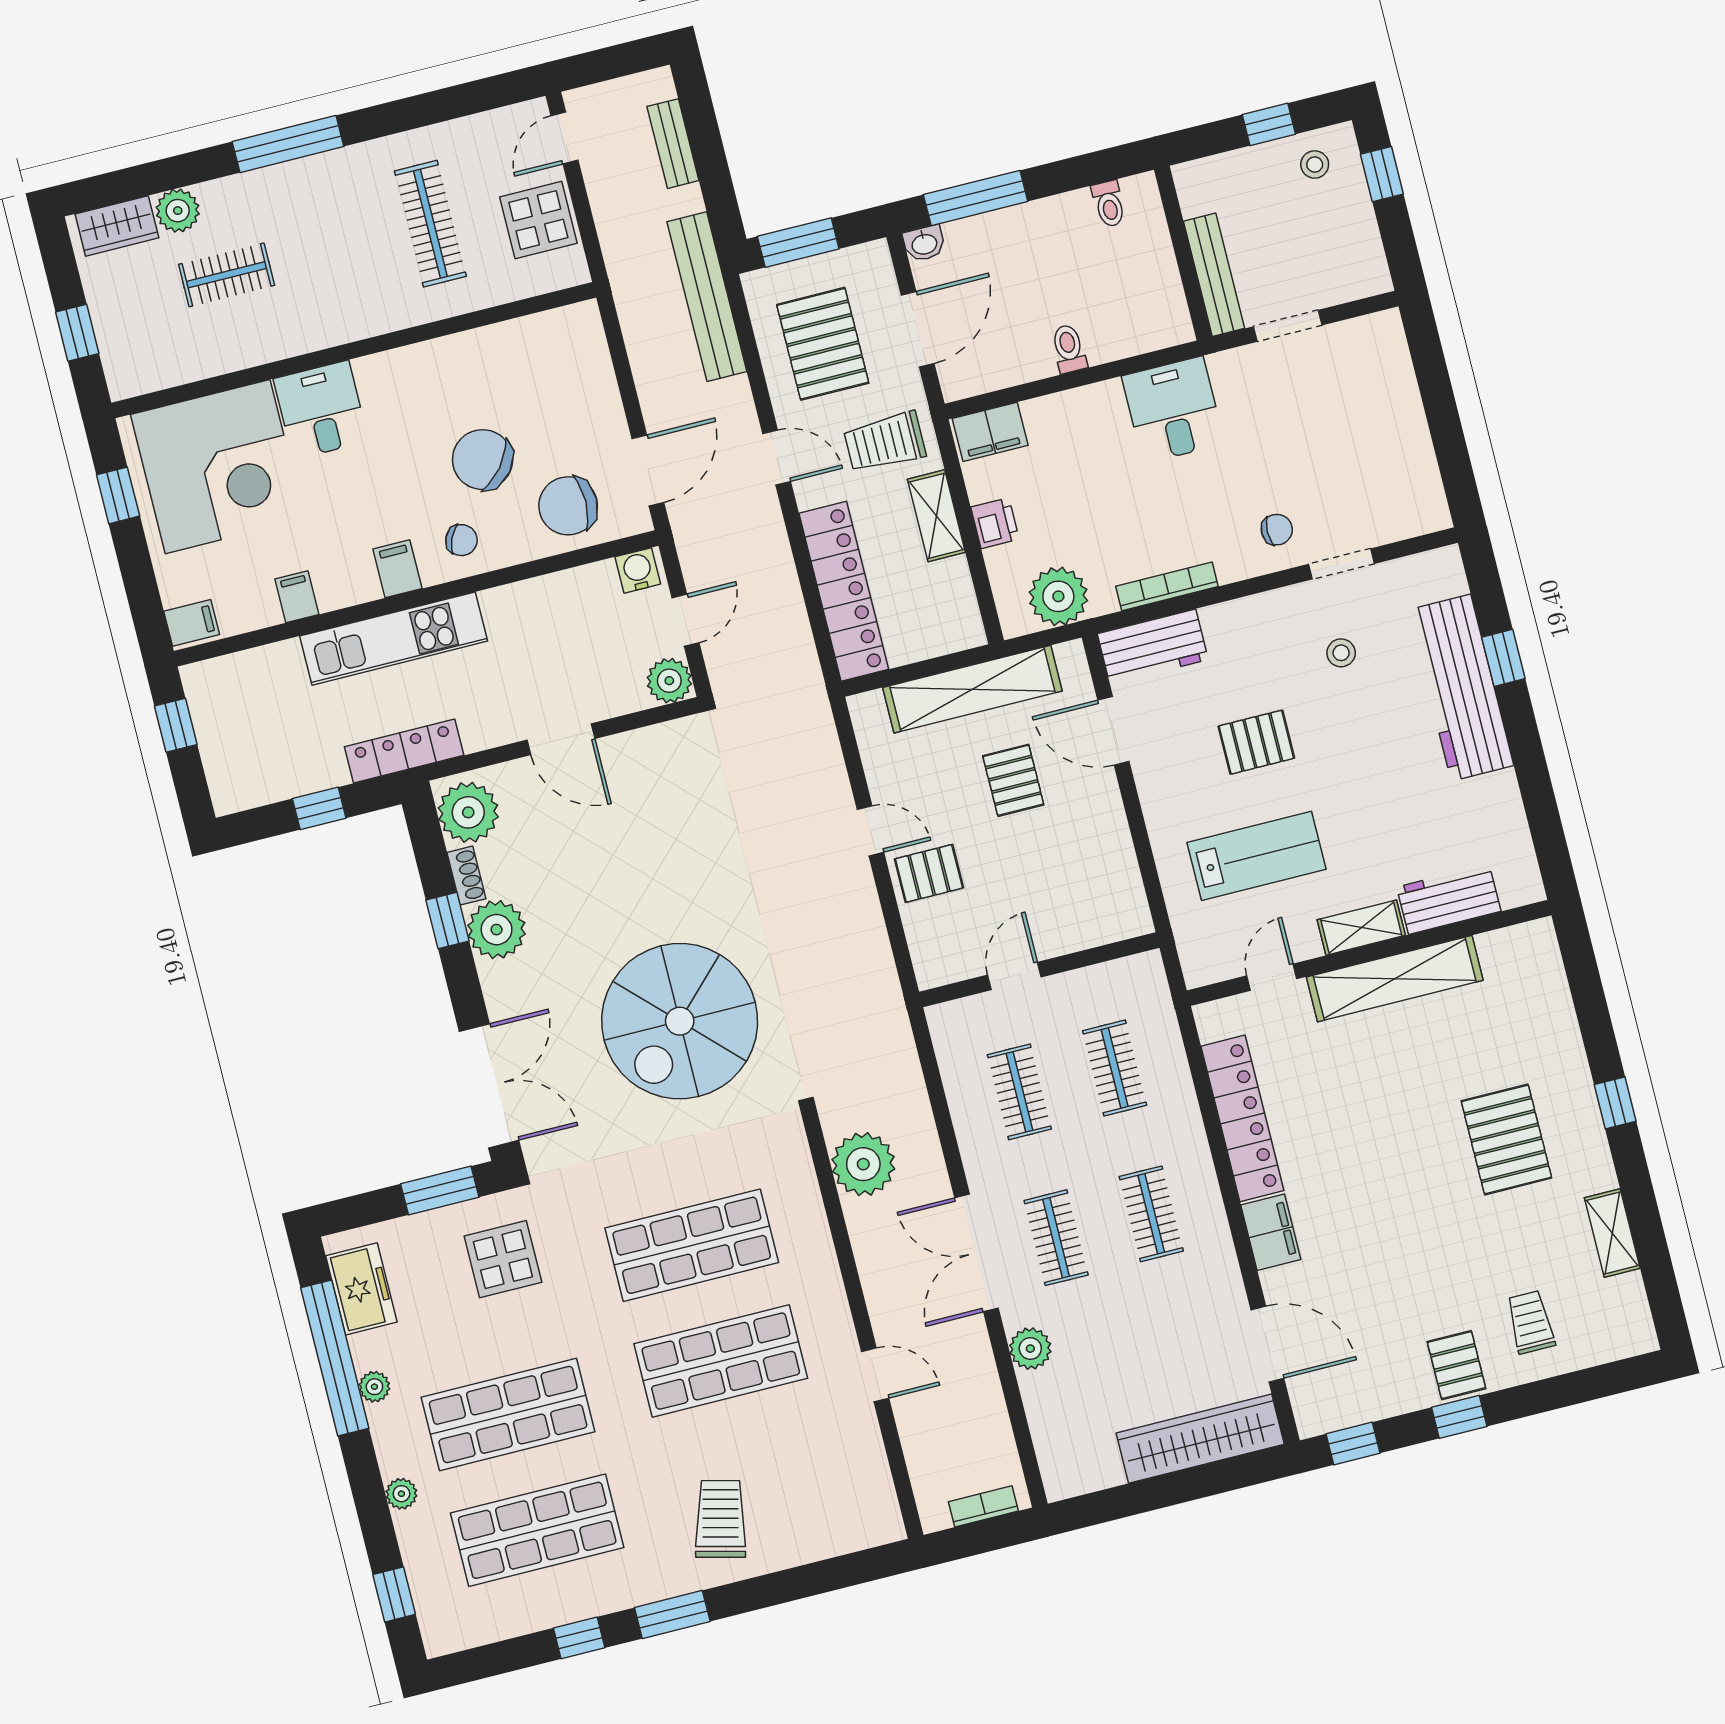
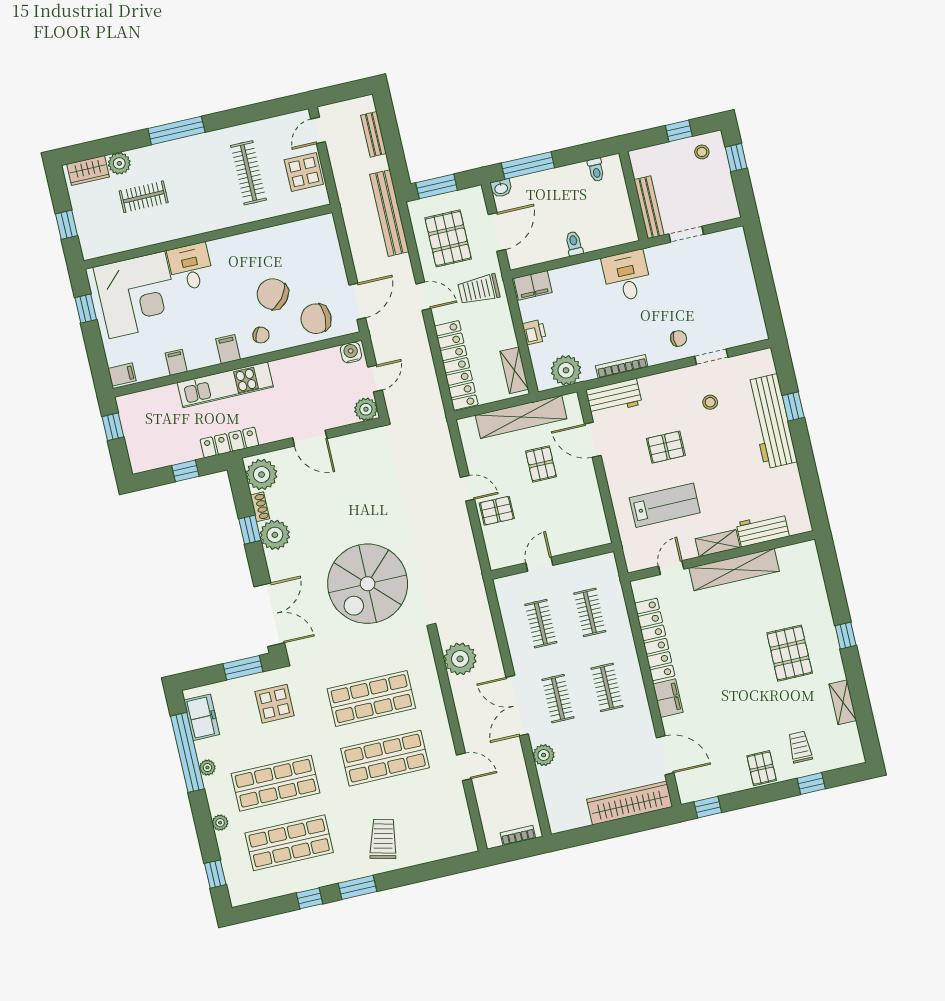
shelving: (936, 516) -> (514, 370), moved
window: (1459, 1417) -> (811, 783), moved

